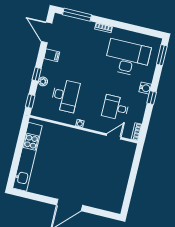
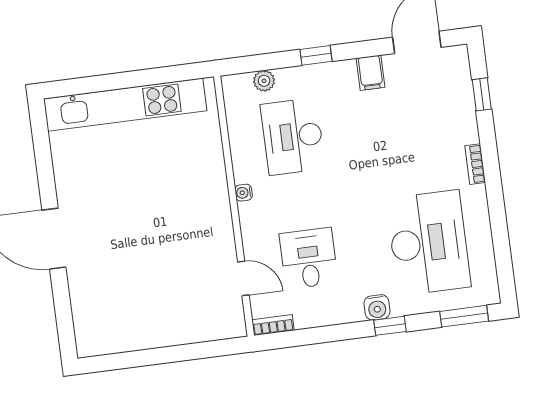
window: (77, 15) -> (482, 94), width x0.46
plant: (43, 81) -> (264, 81), moved
desk: (65, 96) -> (293, 136), turned 90
window: (152, 98) -> (390, 326), moved
window: (30, 101) -> (251, 64), removed

